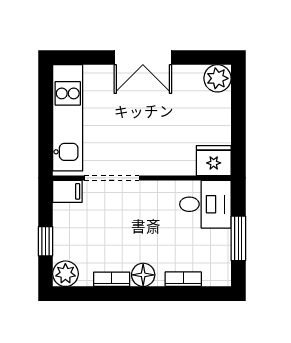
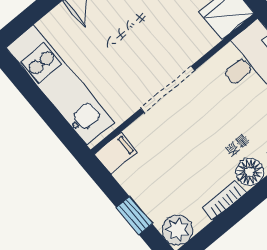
doorway: (112, 178) -> (167, 89), moved

